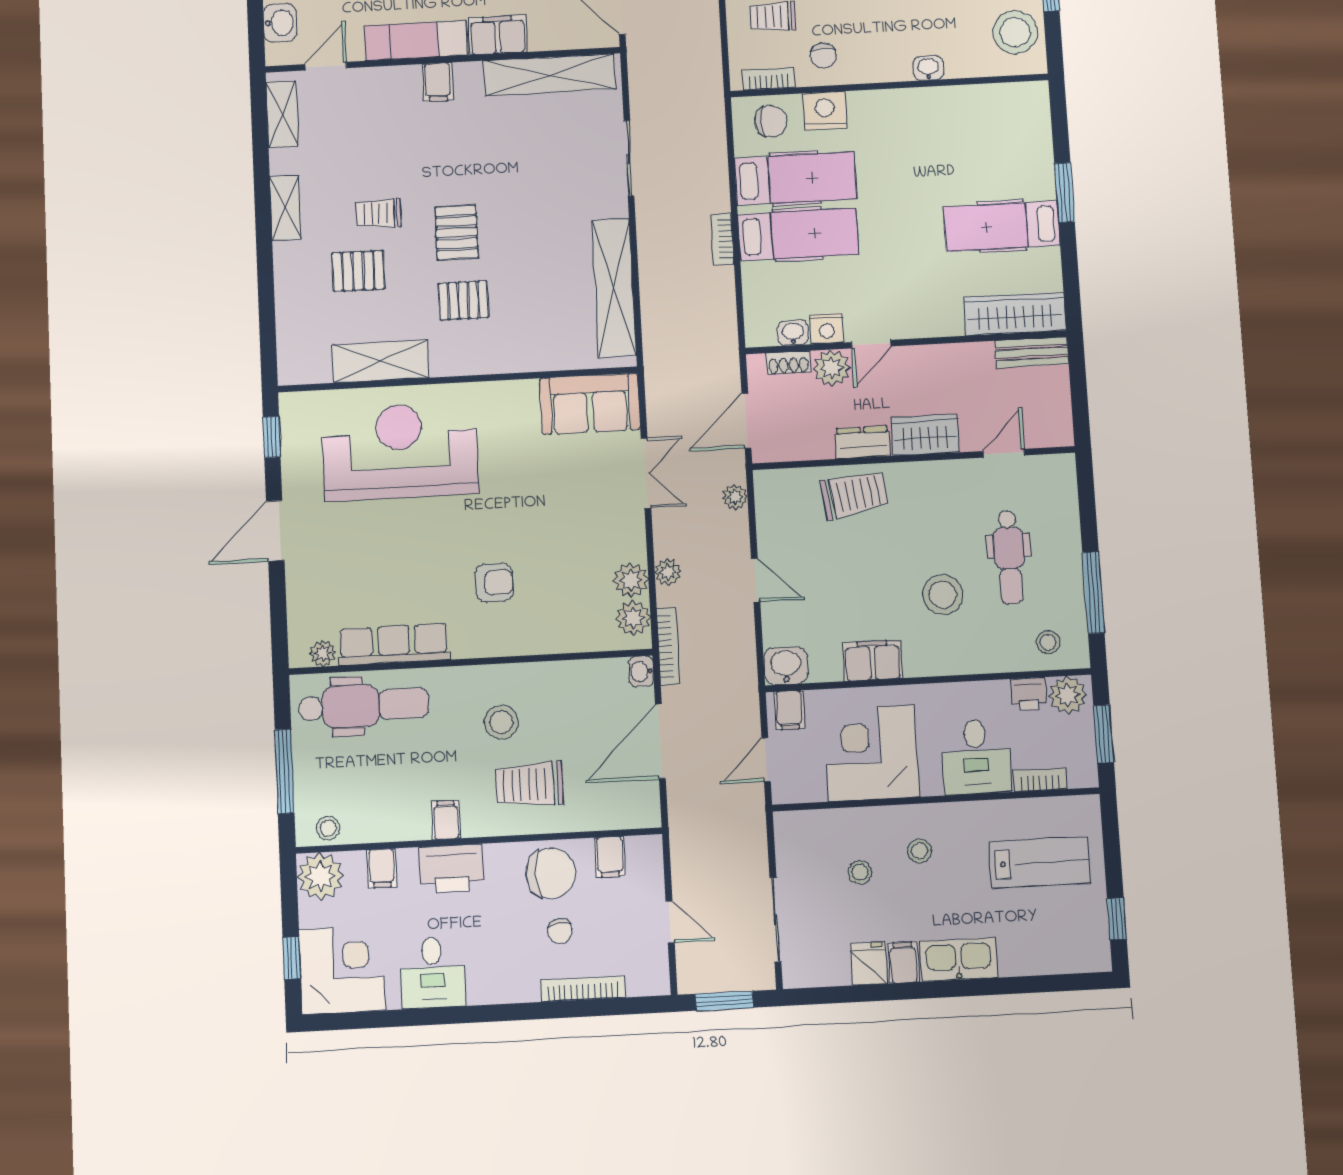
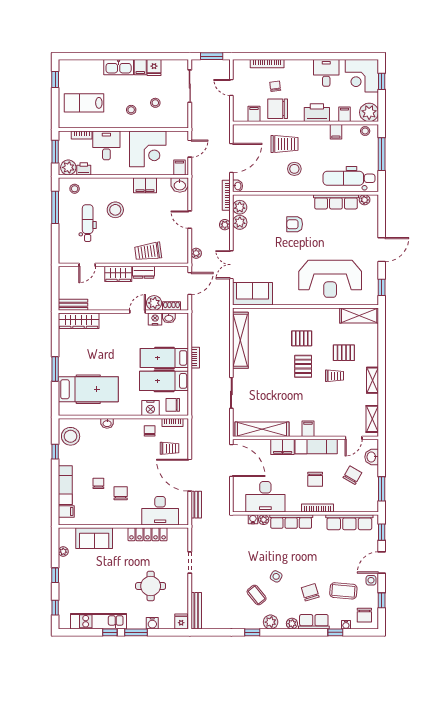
hospital bed: (1002, 226) -> (88, 389), moved, width x1.37, depth x1.29
shelving: (381, 361) -> (359, 315), moved
filing cabinet: (446, 820) -> (336, 132), moved

